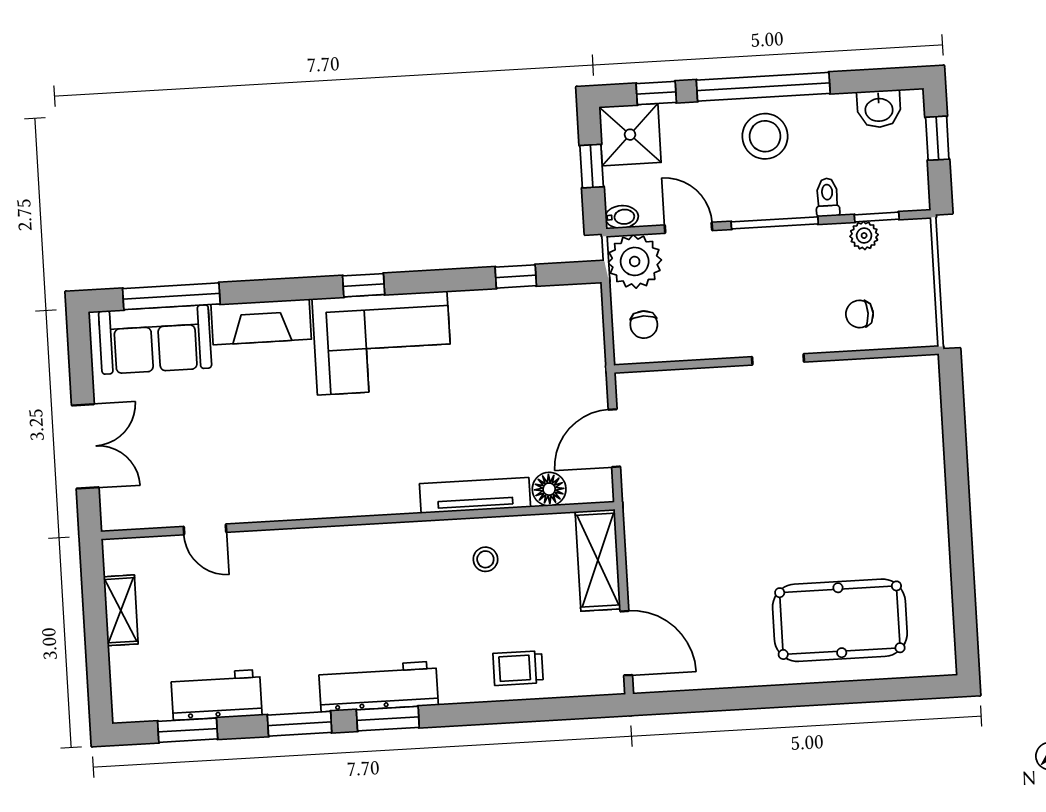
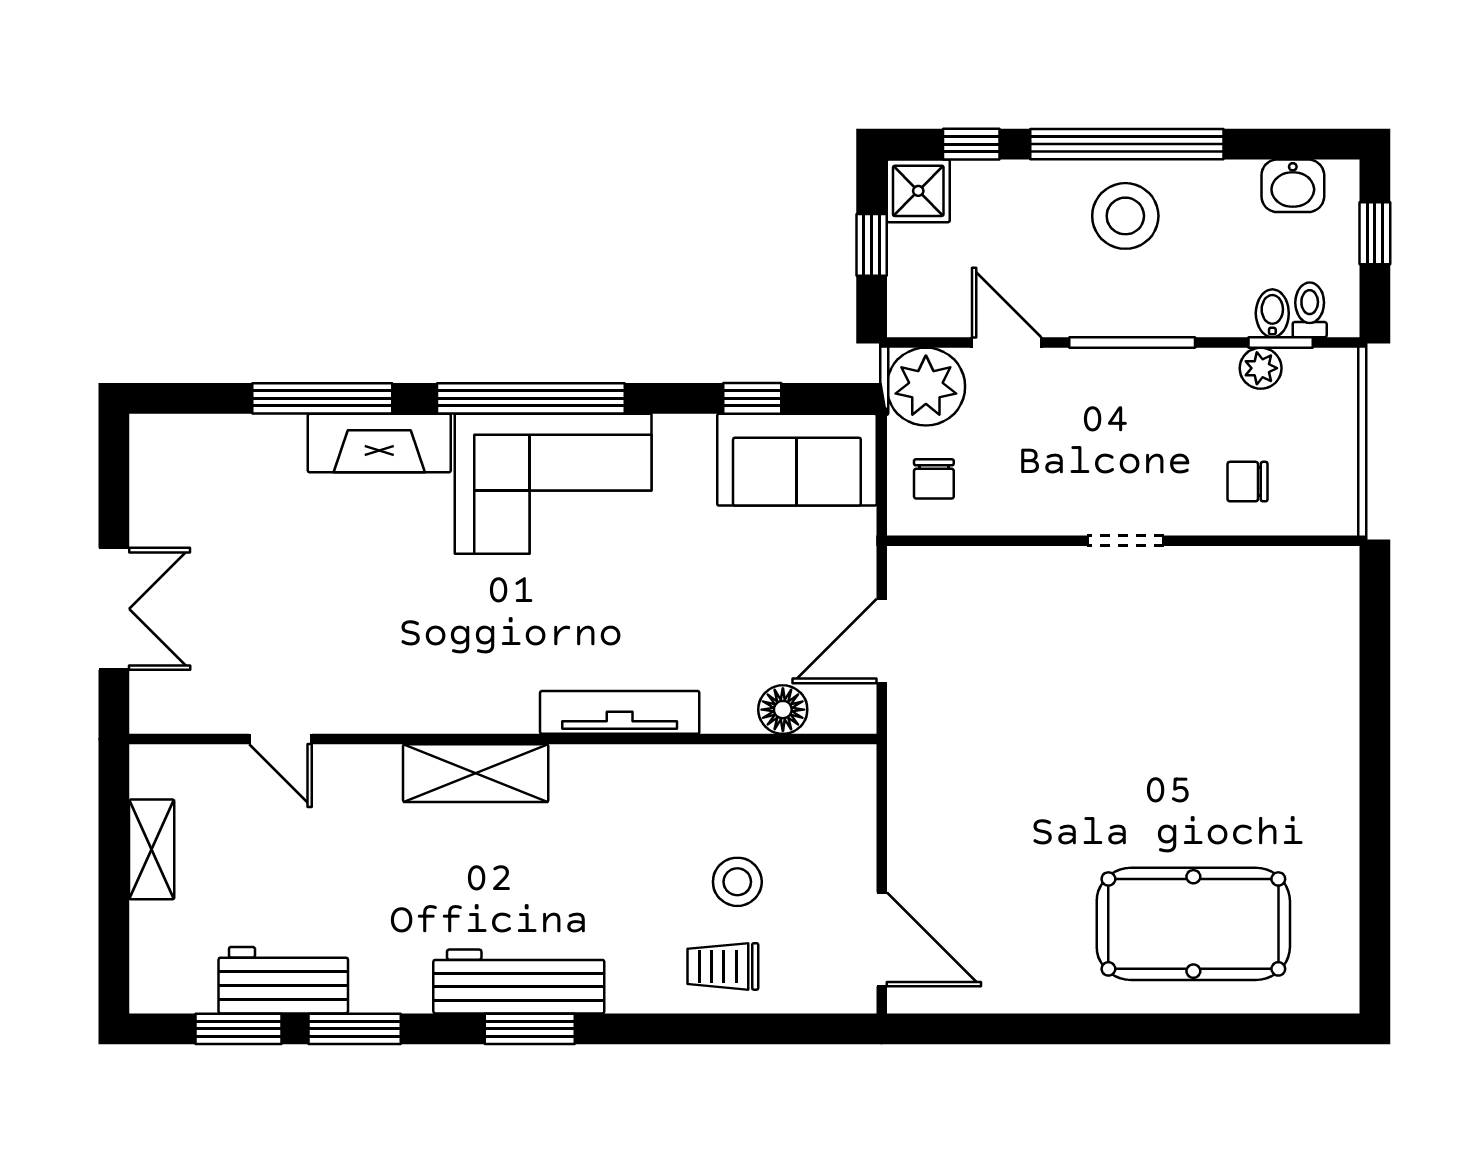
shower: (630, 135) -> (918, 191), width x0.73, depth x0.73
toilet: (827, 197) -> (1310, 310), moved
bidet: (622, 217) -> (1272, 313), moved, turned -90
window: (364, 285) -> (531, 398), width x3.17
window: (171, 296) -> (322, 398), moved
sofa: (155, 339) -> (797, 460), moved
tv unit: (475, 495) -> (620, 712), moved
stool: (485, 559) -> (737, 882), moved, width x1.37, depth x1.37
shelving: (598, 560) -> (476, 773), moved, turned 90
window: (300, 724) -> (355, 1029), moved

